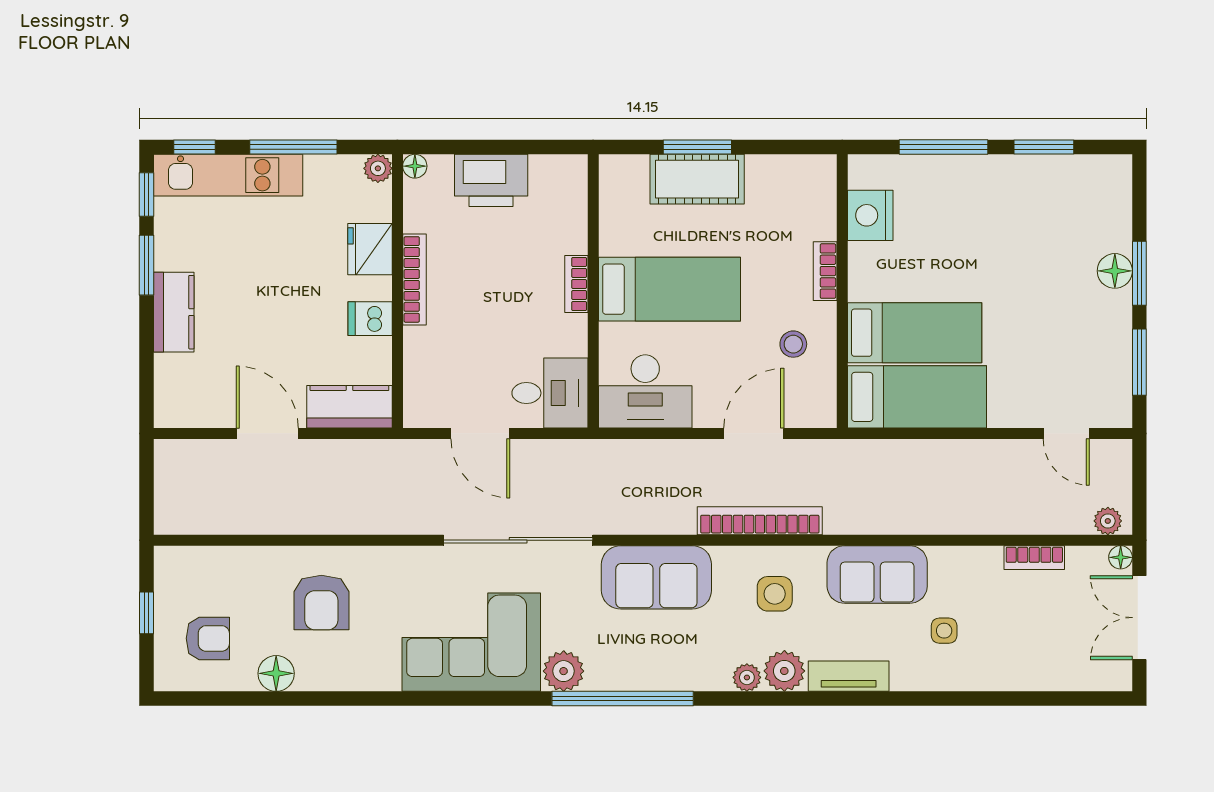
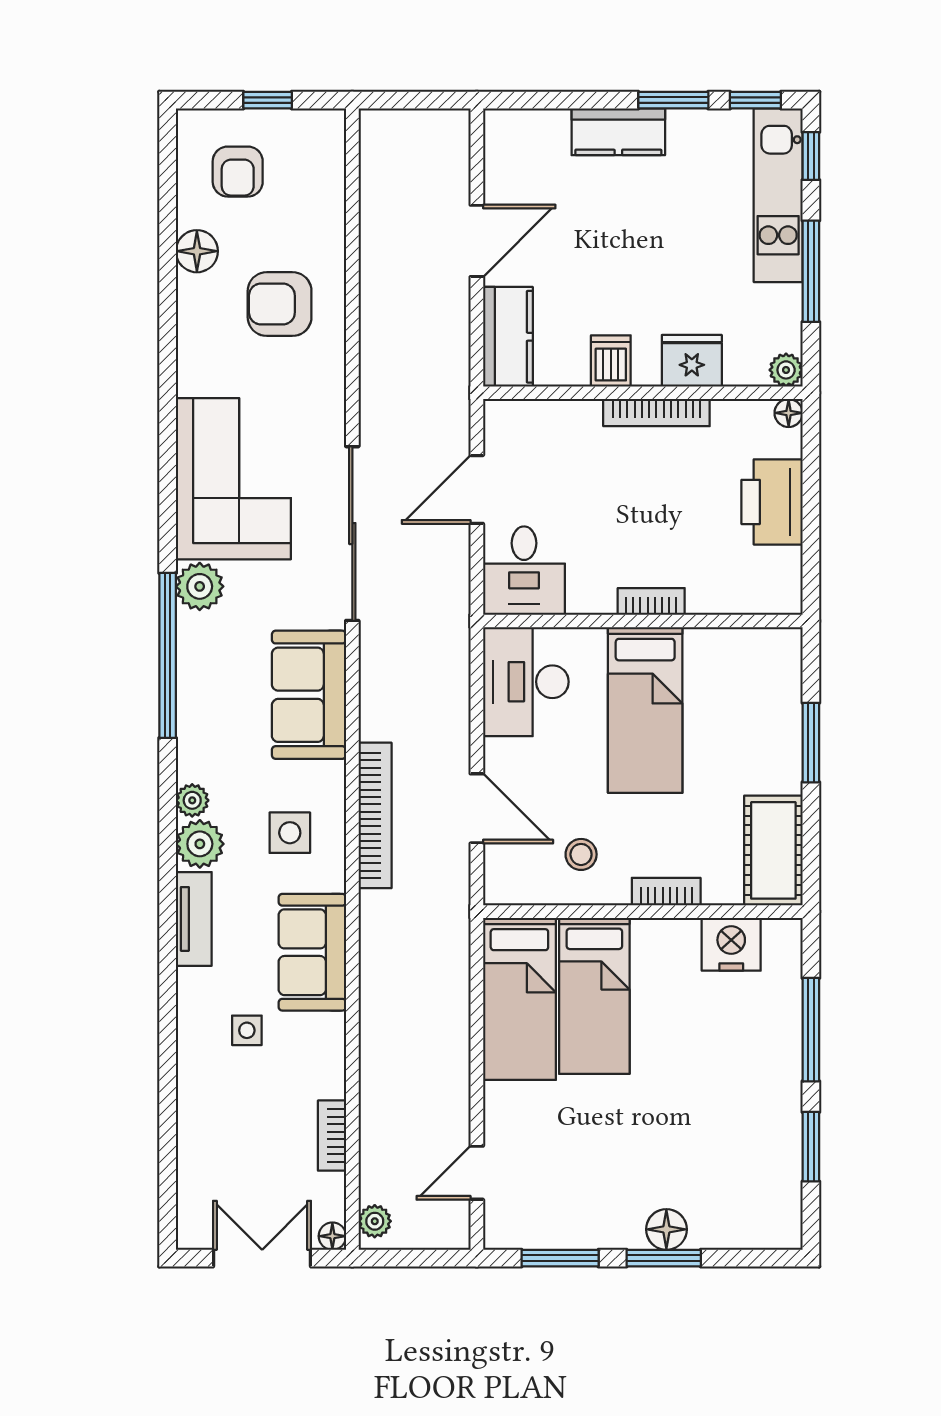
cot: (697, 179) -> (773, 850), moved

